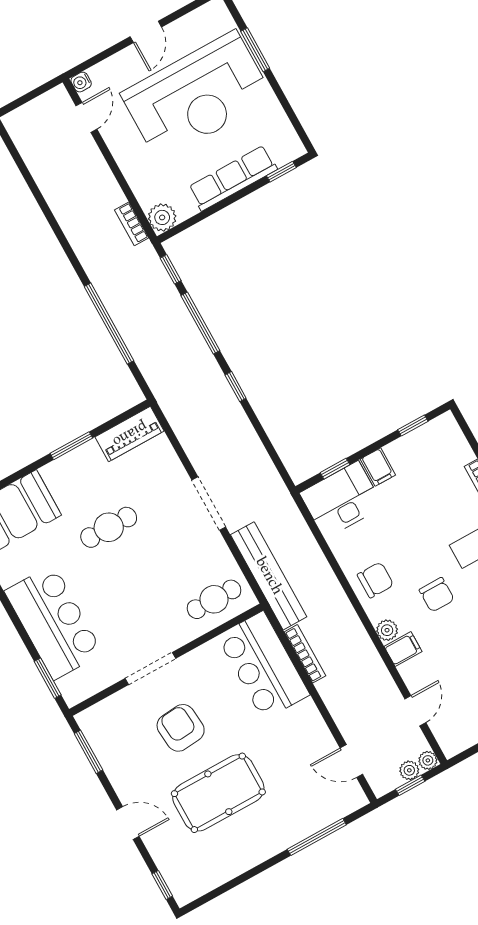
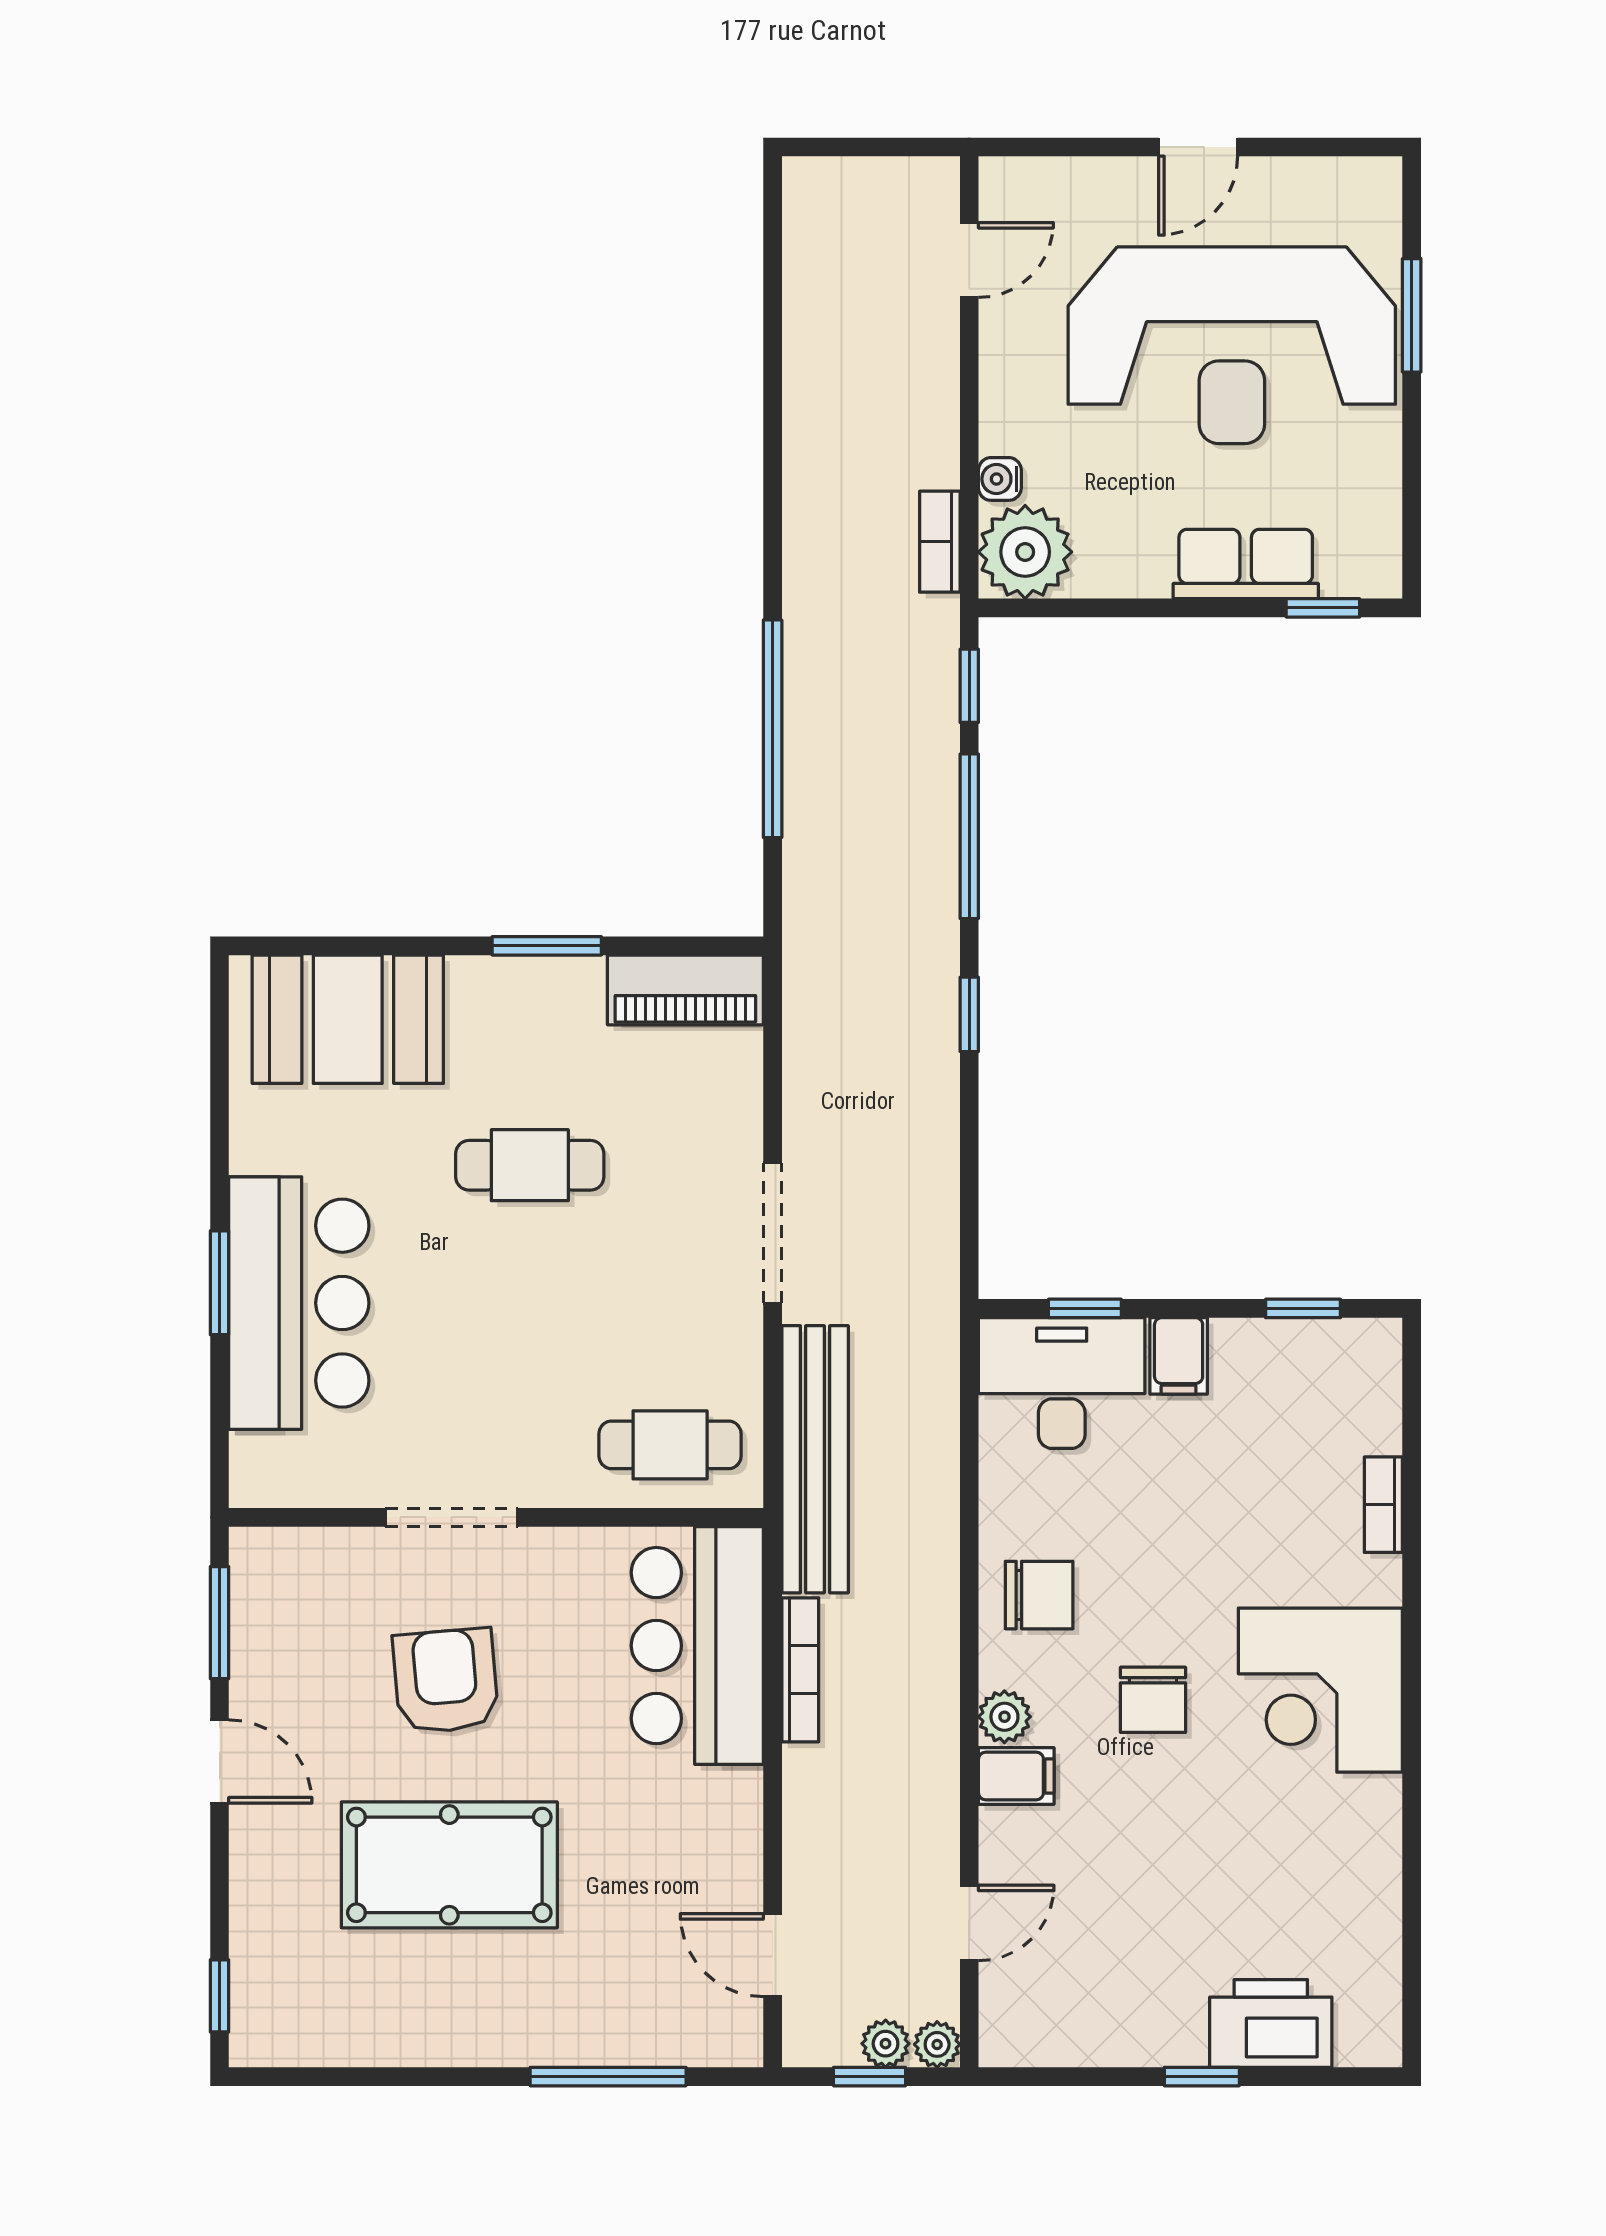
water cooler: (81, 82) -> (1000, 479), moved
row of seats: (233, 178) -> (1246, 564), width x0.68
plant: (162, 217) -> (1025, 552), width x1.36, depth x1.36
window: (48, 678) -> (220, 1283), moved
door: (128, 823) -> (220, 1761), moved

